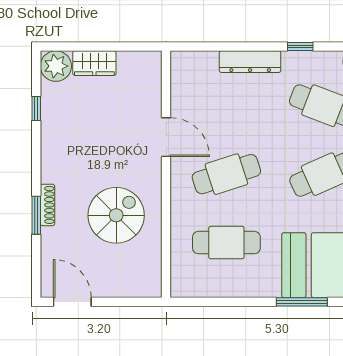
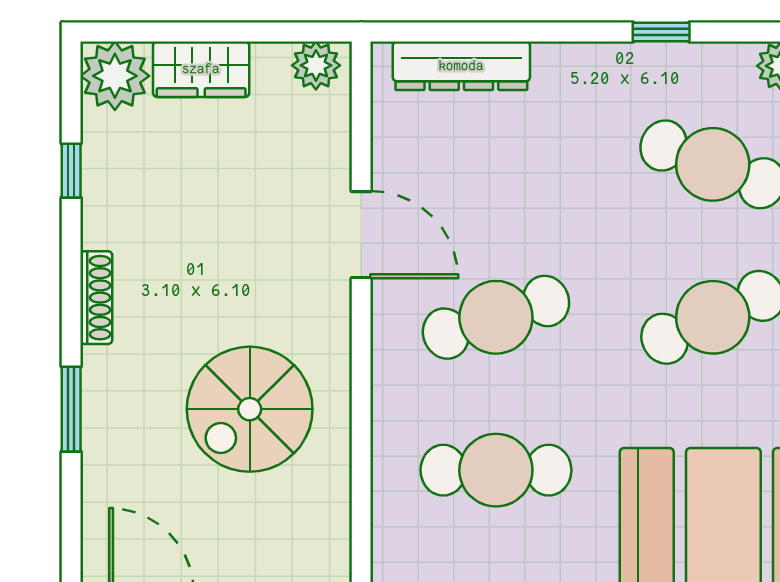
plant: (146, 61) -> (316, 65), added
dresser: (250, 62) -> (461, 66), moved
shoe rack: (48, 205) -> (96, 298), moved
spiral stairs: (116, 215) -> (250, 409), turned 180

